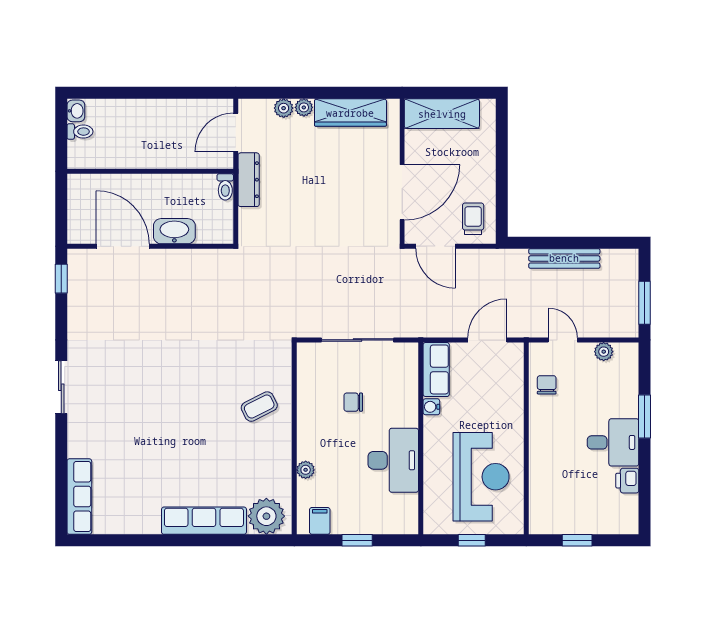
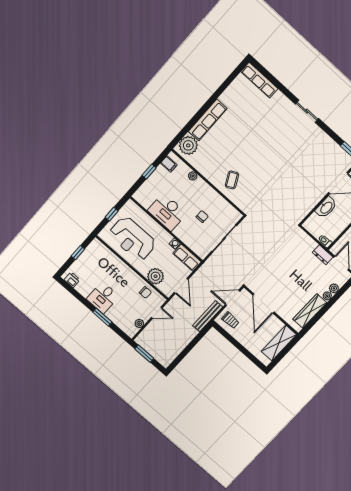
dresser: (249, 180) -> (323, 255), width x0.70
bench: (564, 258) -> (208, 316), moved
plant: (507, 392) -> (156, 276), added
printer: (627, 481) -> (72, 280), moved

